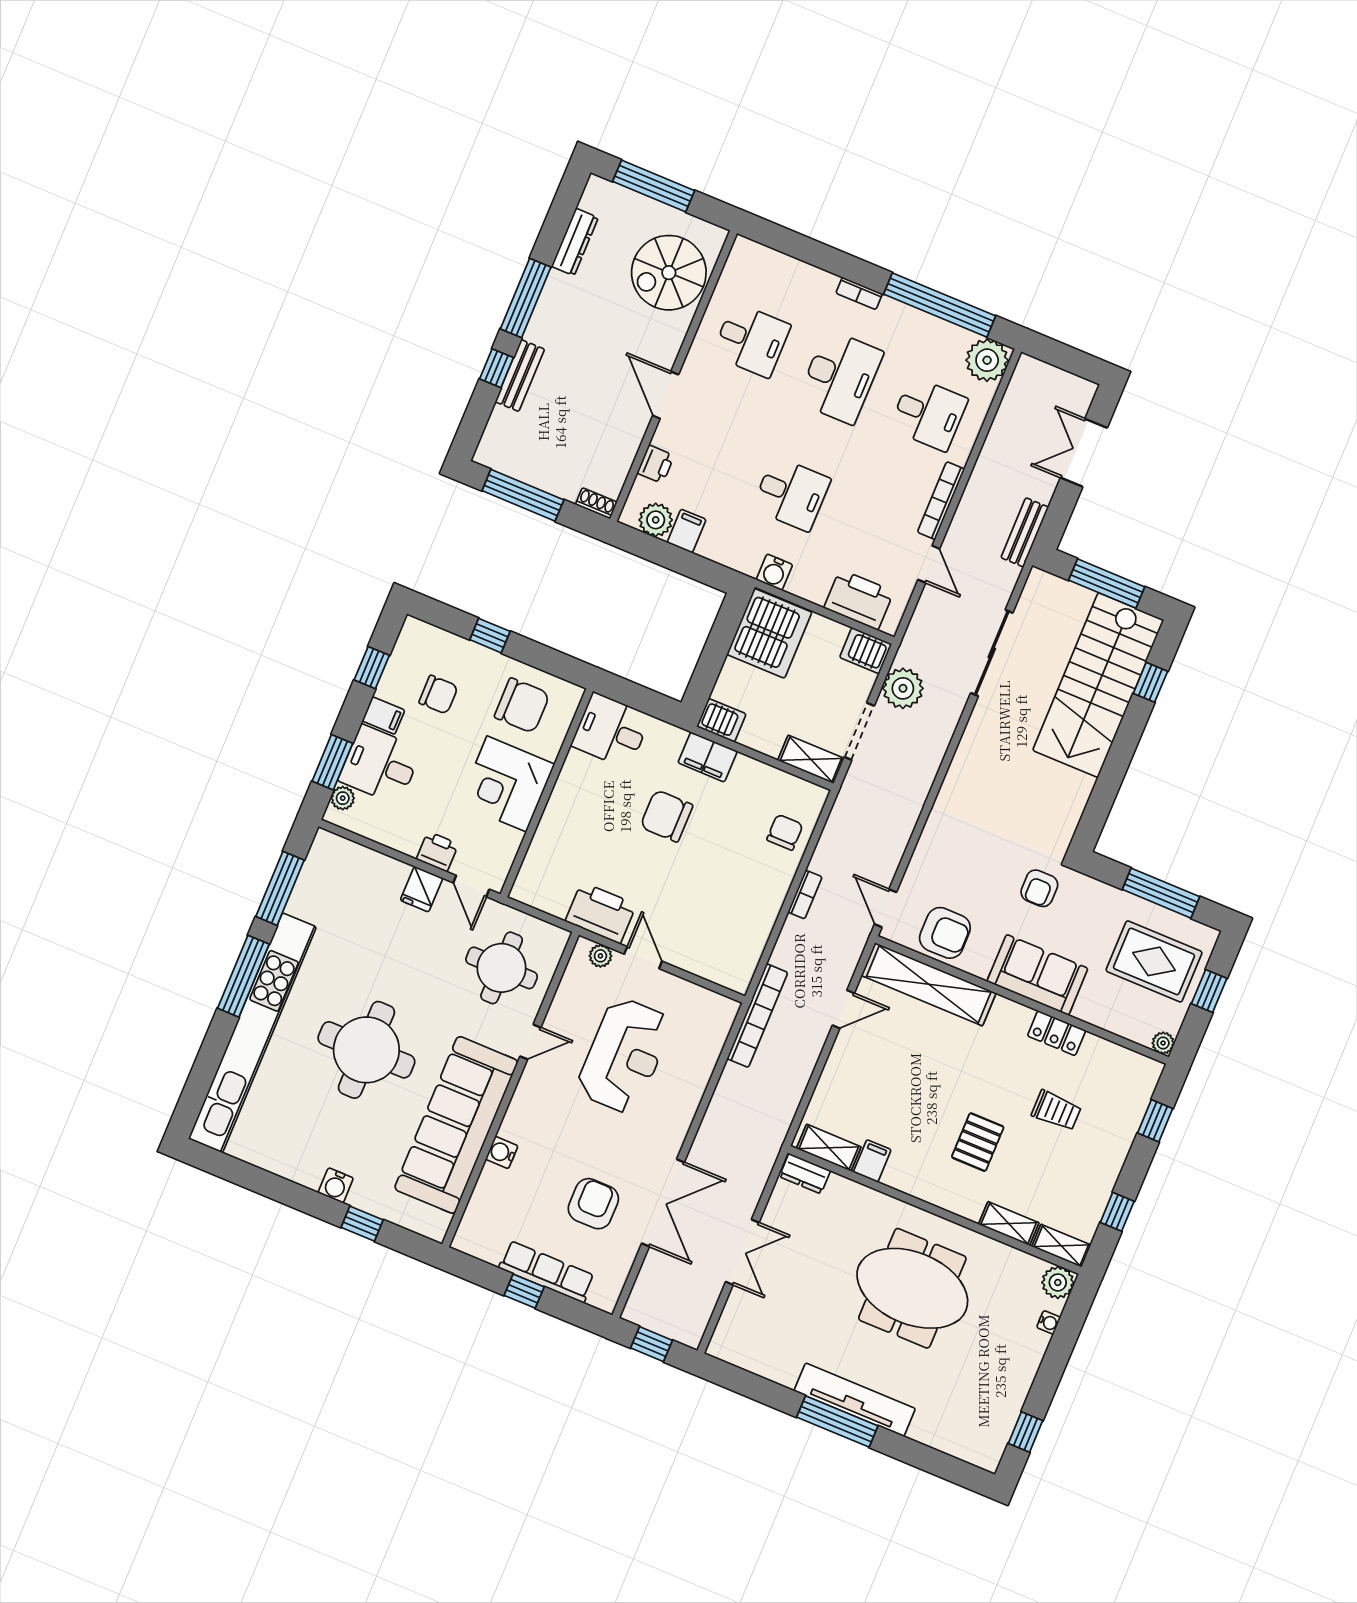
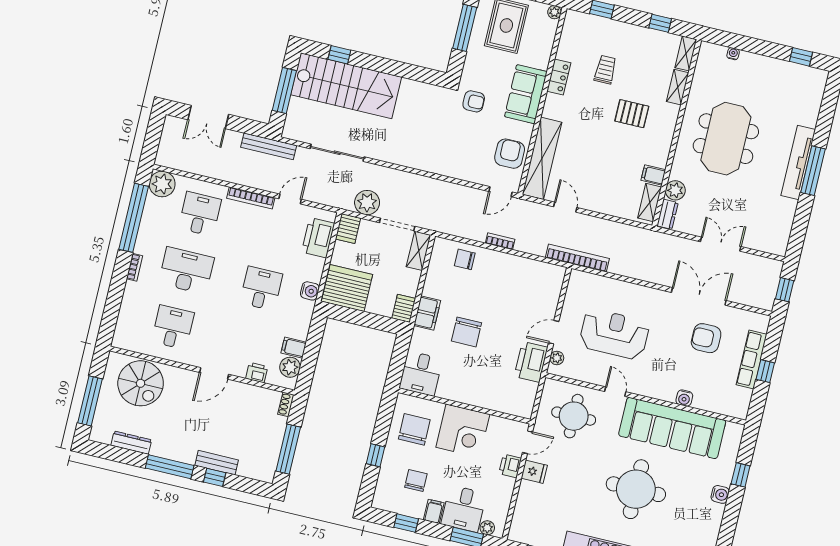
bench: (1025, 532) -> (269, 146), width x1.36
plant: (1058, 1282) -> (675, 190), moved

